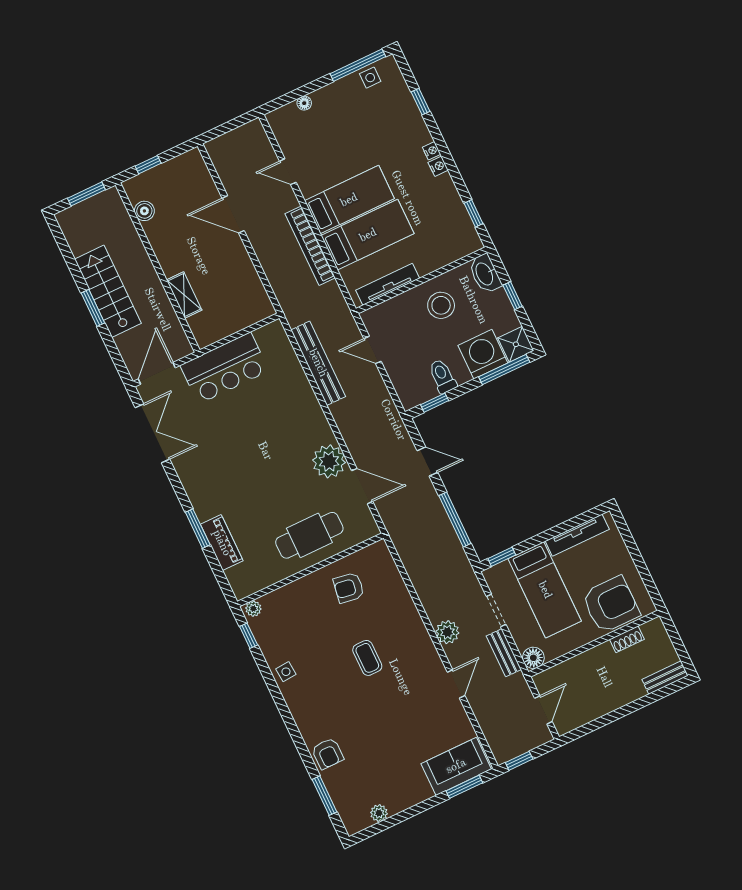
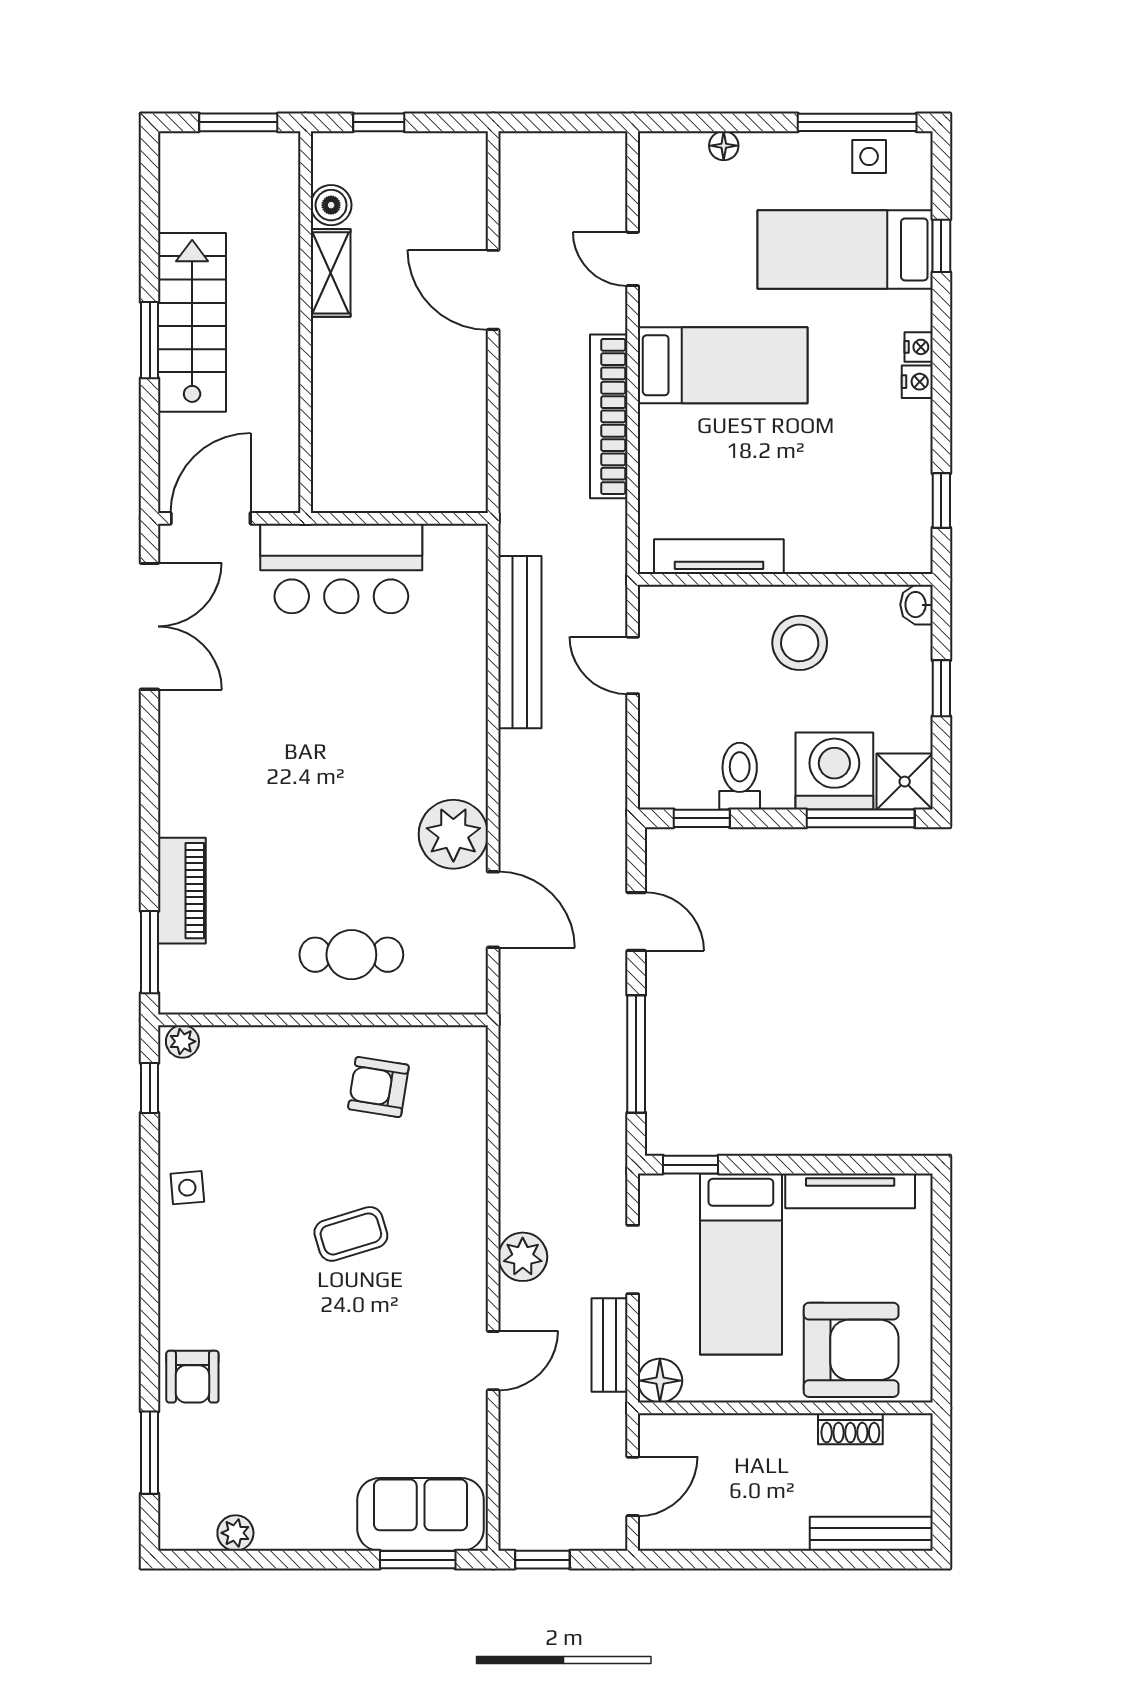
bed: (368, 235) -> (845, 249), moved, turned 180
washbasin: (485, 274) -> (917, 605), width x0.52, depth x0.69
shelving: (184, 295) -> (331, 273), moved
window: (198, 529) -> (150, 952), moved
cafe table: (309, 535) -> (351, 955), width x0.73, depth x0.74
coffee table: (367, 658) -> (351, 1234), turned 73
bench: (665, 678) -> (871, 1534), width x1.36

